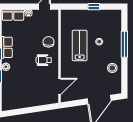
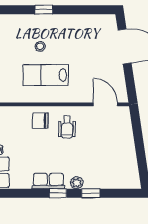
window: (124, 44) -> (44, 10), width x0.46
stool: (112, 68) -> (78, 27), removed

